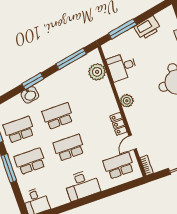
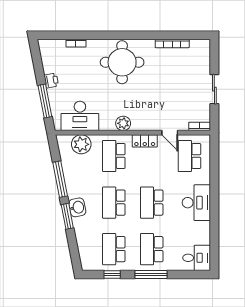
printer: (147, 28) -> (51, 81), width x0.53, depth x0.68
window: (71, 59) -> (60, 179), moved
desk: (122, 67) -> (80, 116), width x1.37
washbasin: (30, 95) -> (77, 207), moved
school desk: (97, 102) -> (114, 156), added

